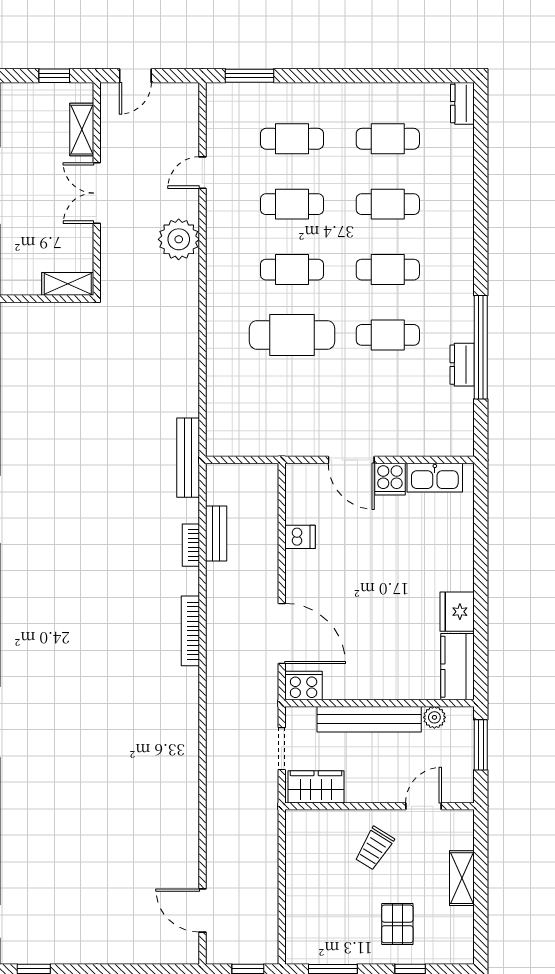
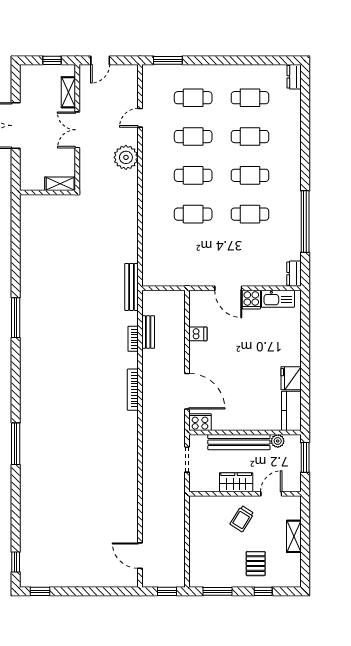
cafe table: (292, 335) -> (193, 214), width x0.73, depth x0.74
dresser: (462, 365) -> (294, 274), moved
wardrobe: (316, 787) -> (236, 482), moved

